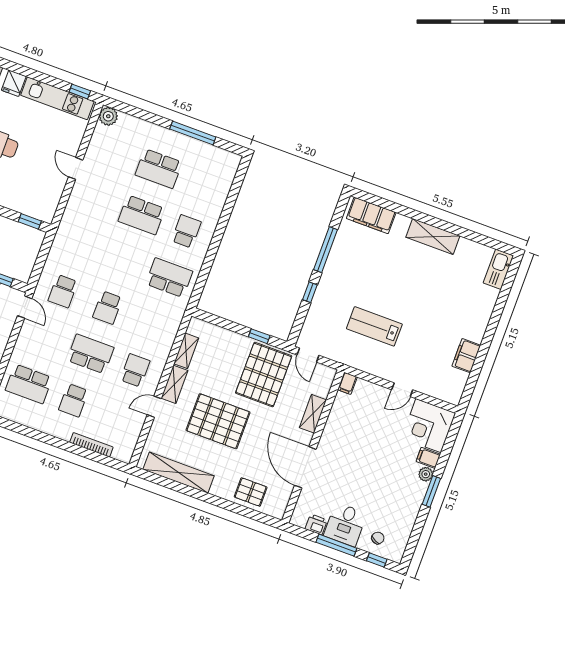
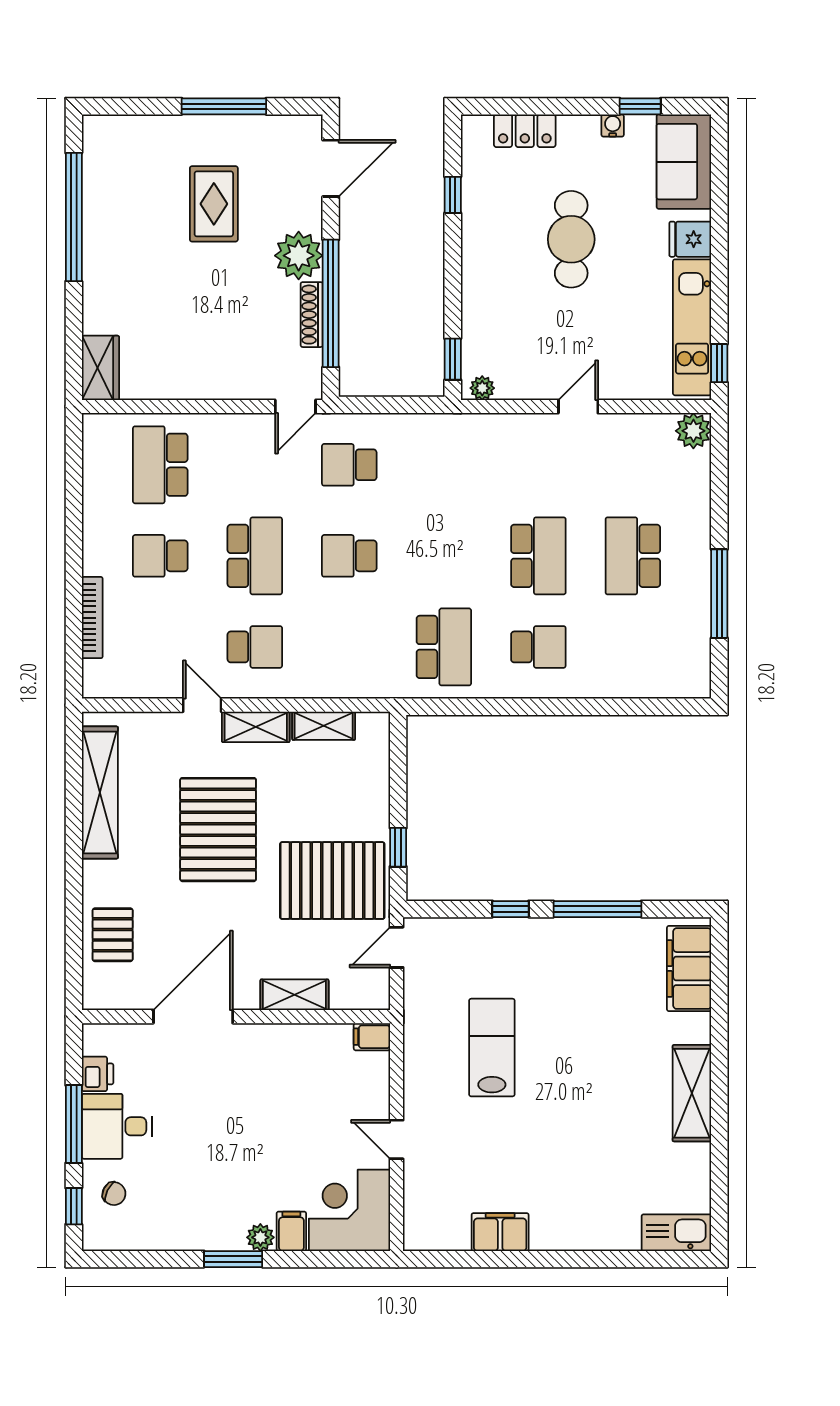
plant: (49, 212) -> (482, 388), added
school desk: (142, 215) -> (538, 556), turned 180

